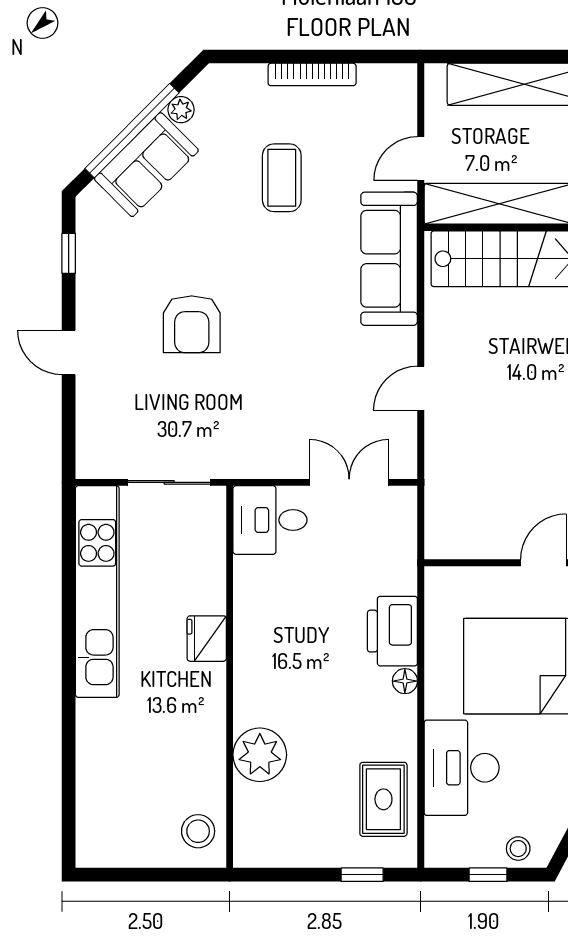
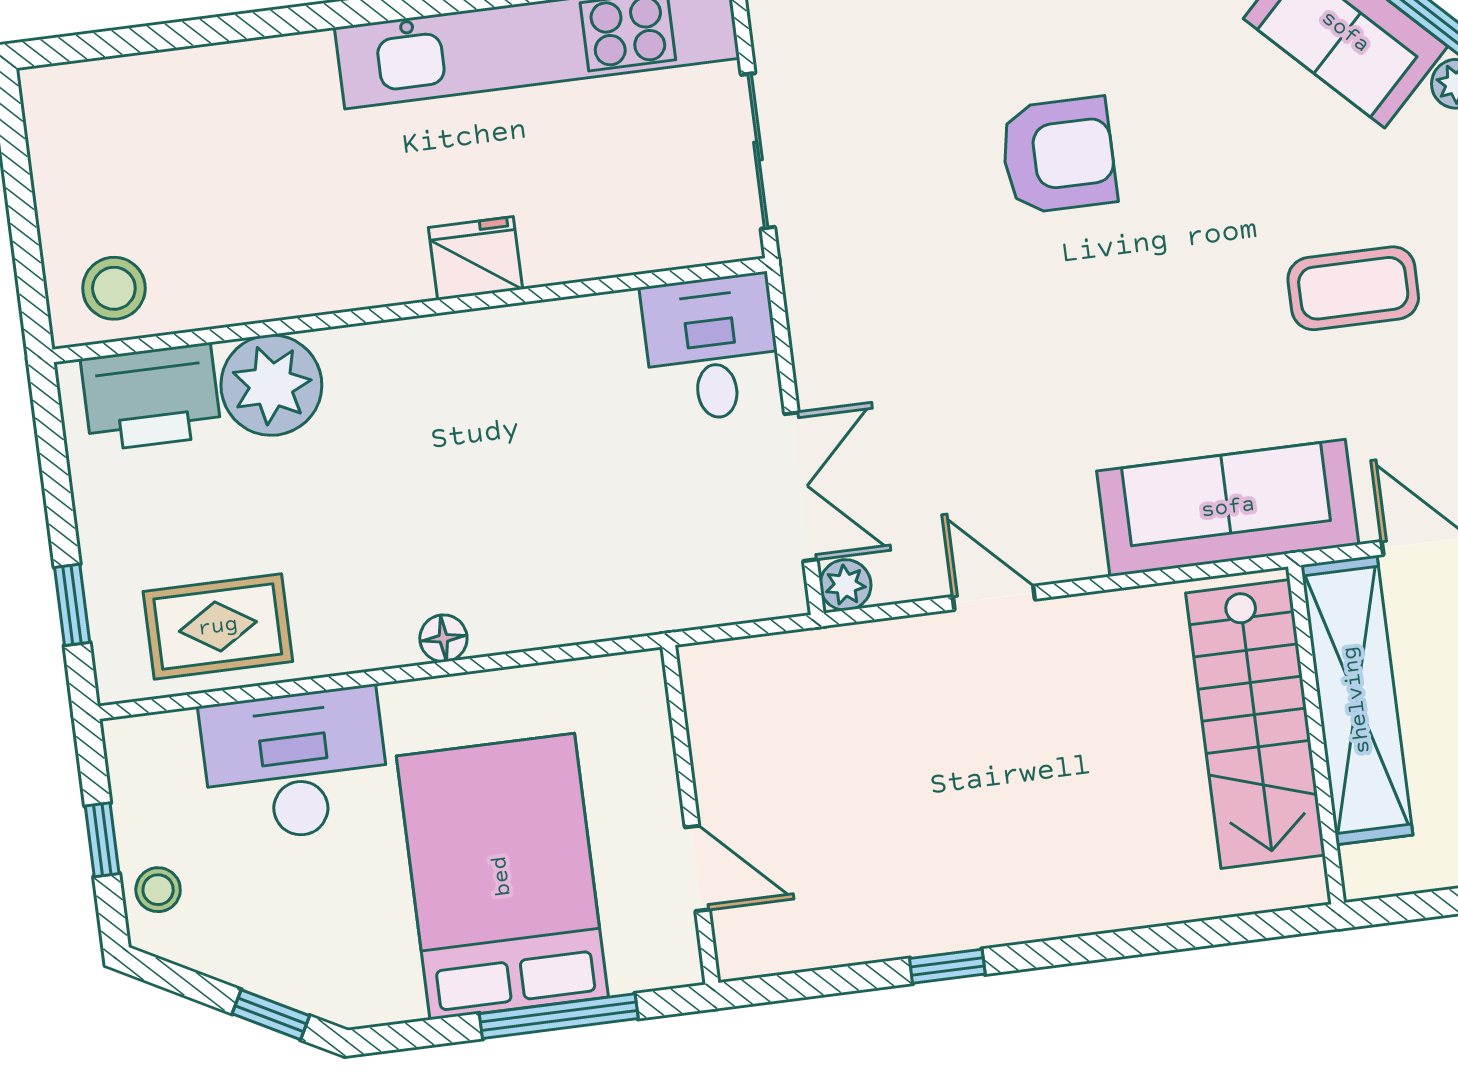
armchair: (192, 324) -> (1058, 155), turned 180
plant: (404, 466) -> (845, 585), added
printer: (392, 631) -> (151, 397), moved, turned 180

